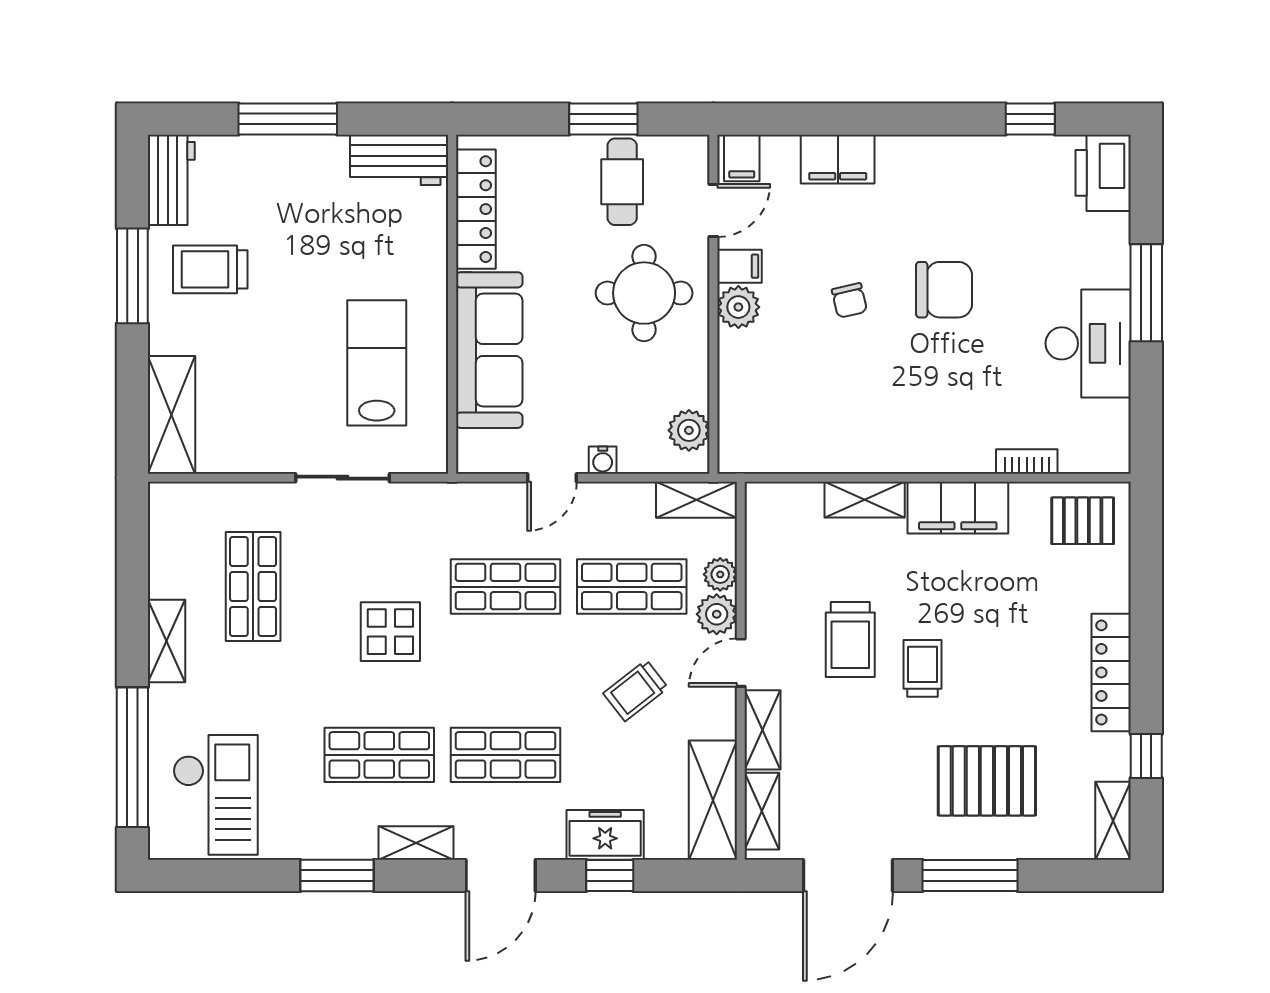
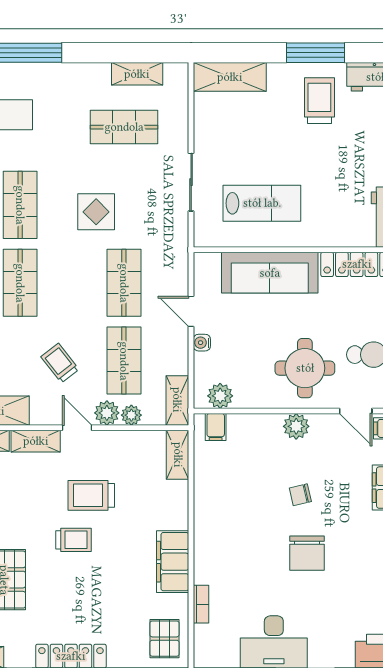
filing cabinet: (739, 266) -> (216, 427), moved
shelving: (865, 500) -> (178, 455), moved
shelving: (167, 641) -> (137, 74), moved

